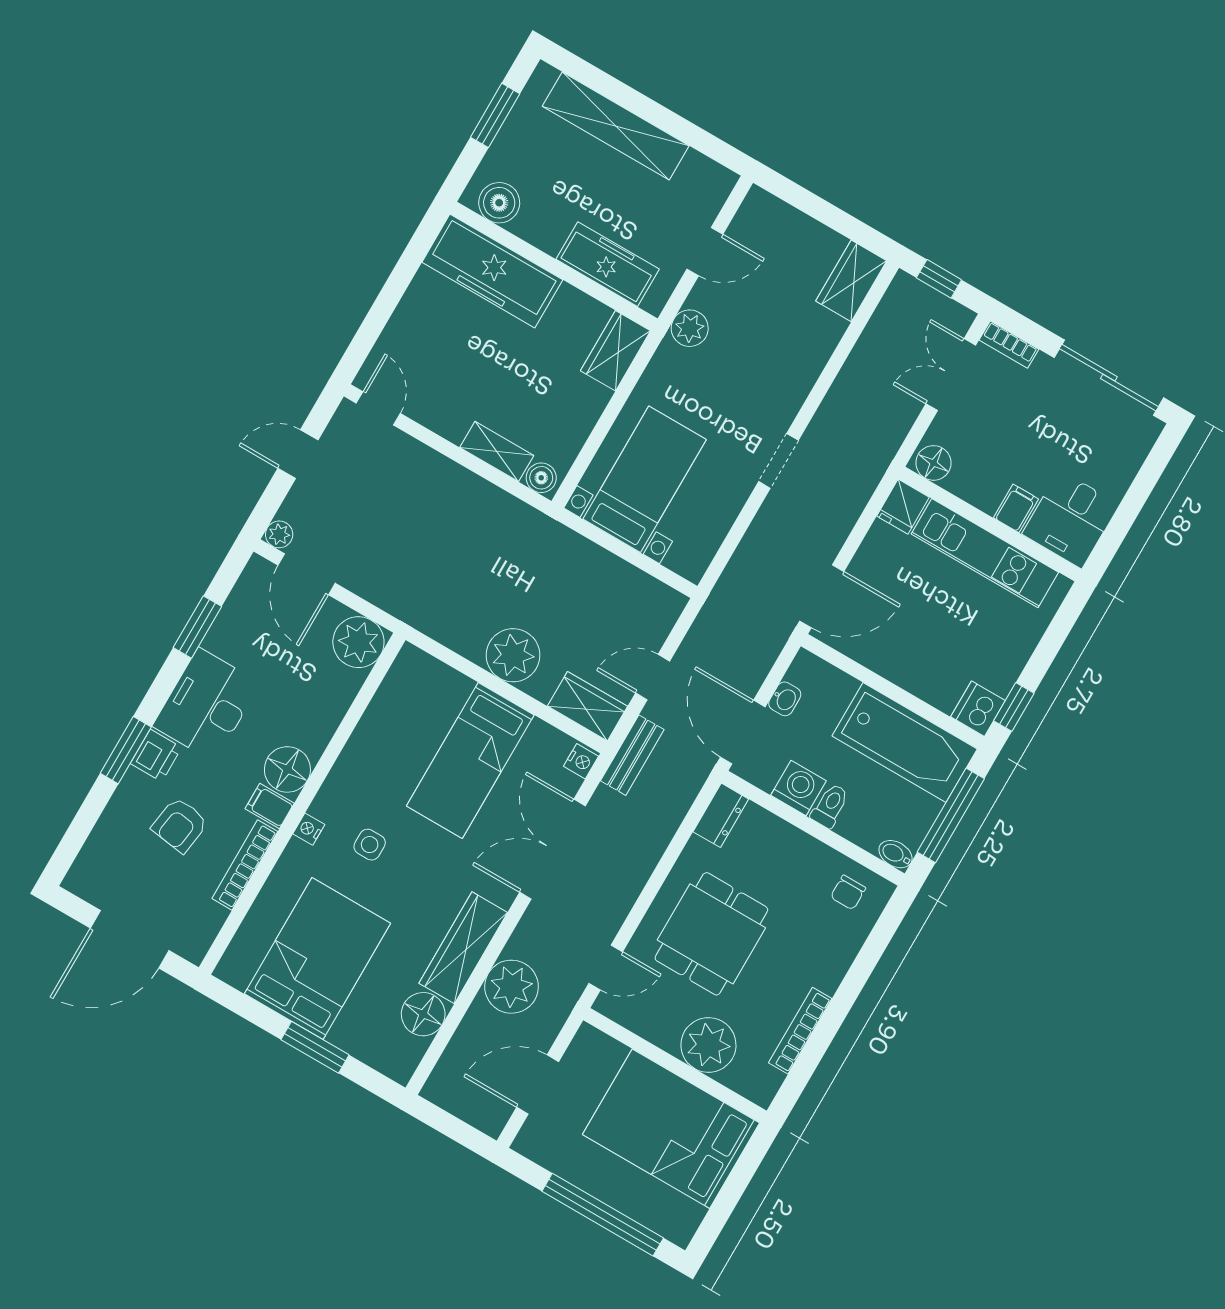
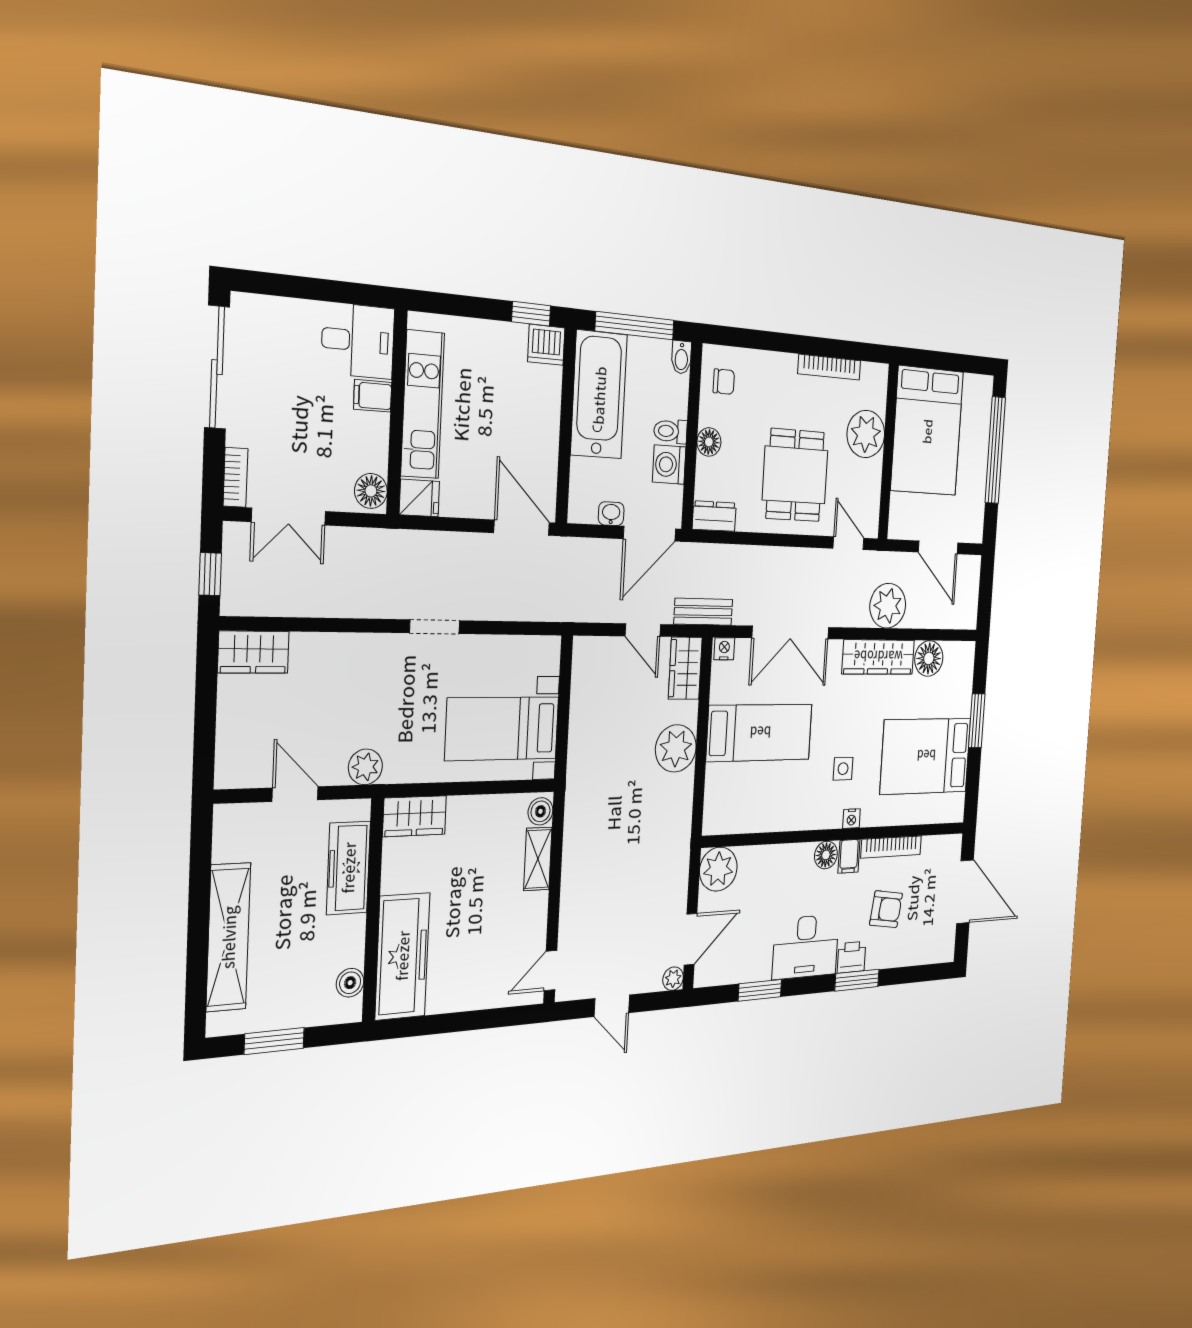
boiler: (499, 203) -> (350, 983), width x0.73, depth x0.73
floor lamp: (287, 769) -> (826, 855), width x0.73, depth x0.73
floor lamp: (797, 845) -> (709, 442), added
dining table: (711, 934) -> (795, 475), turned 90

